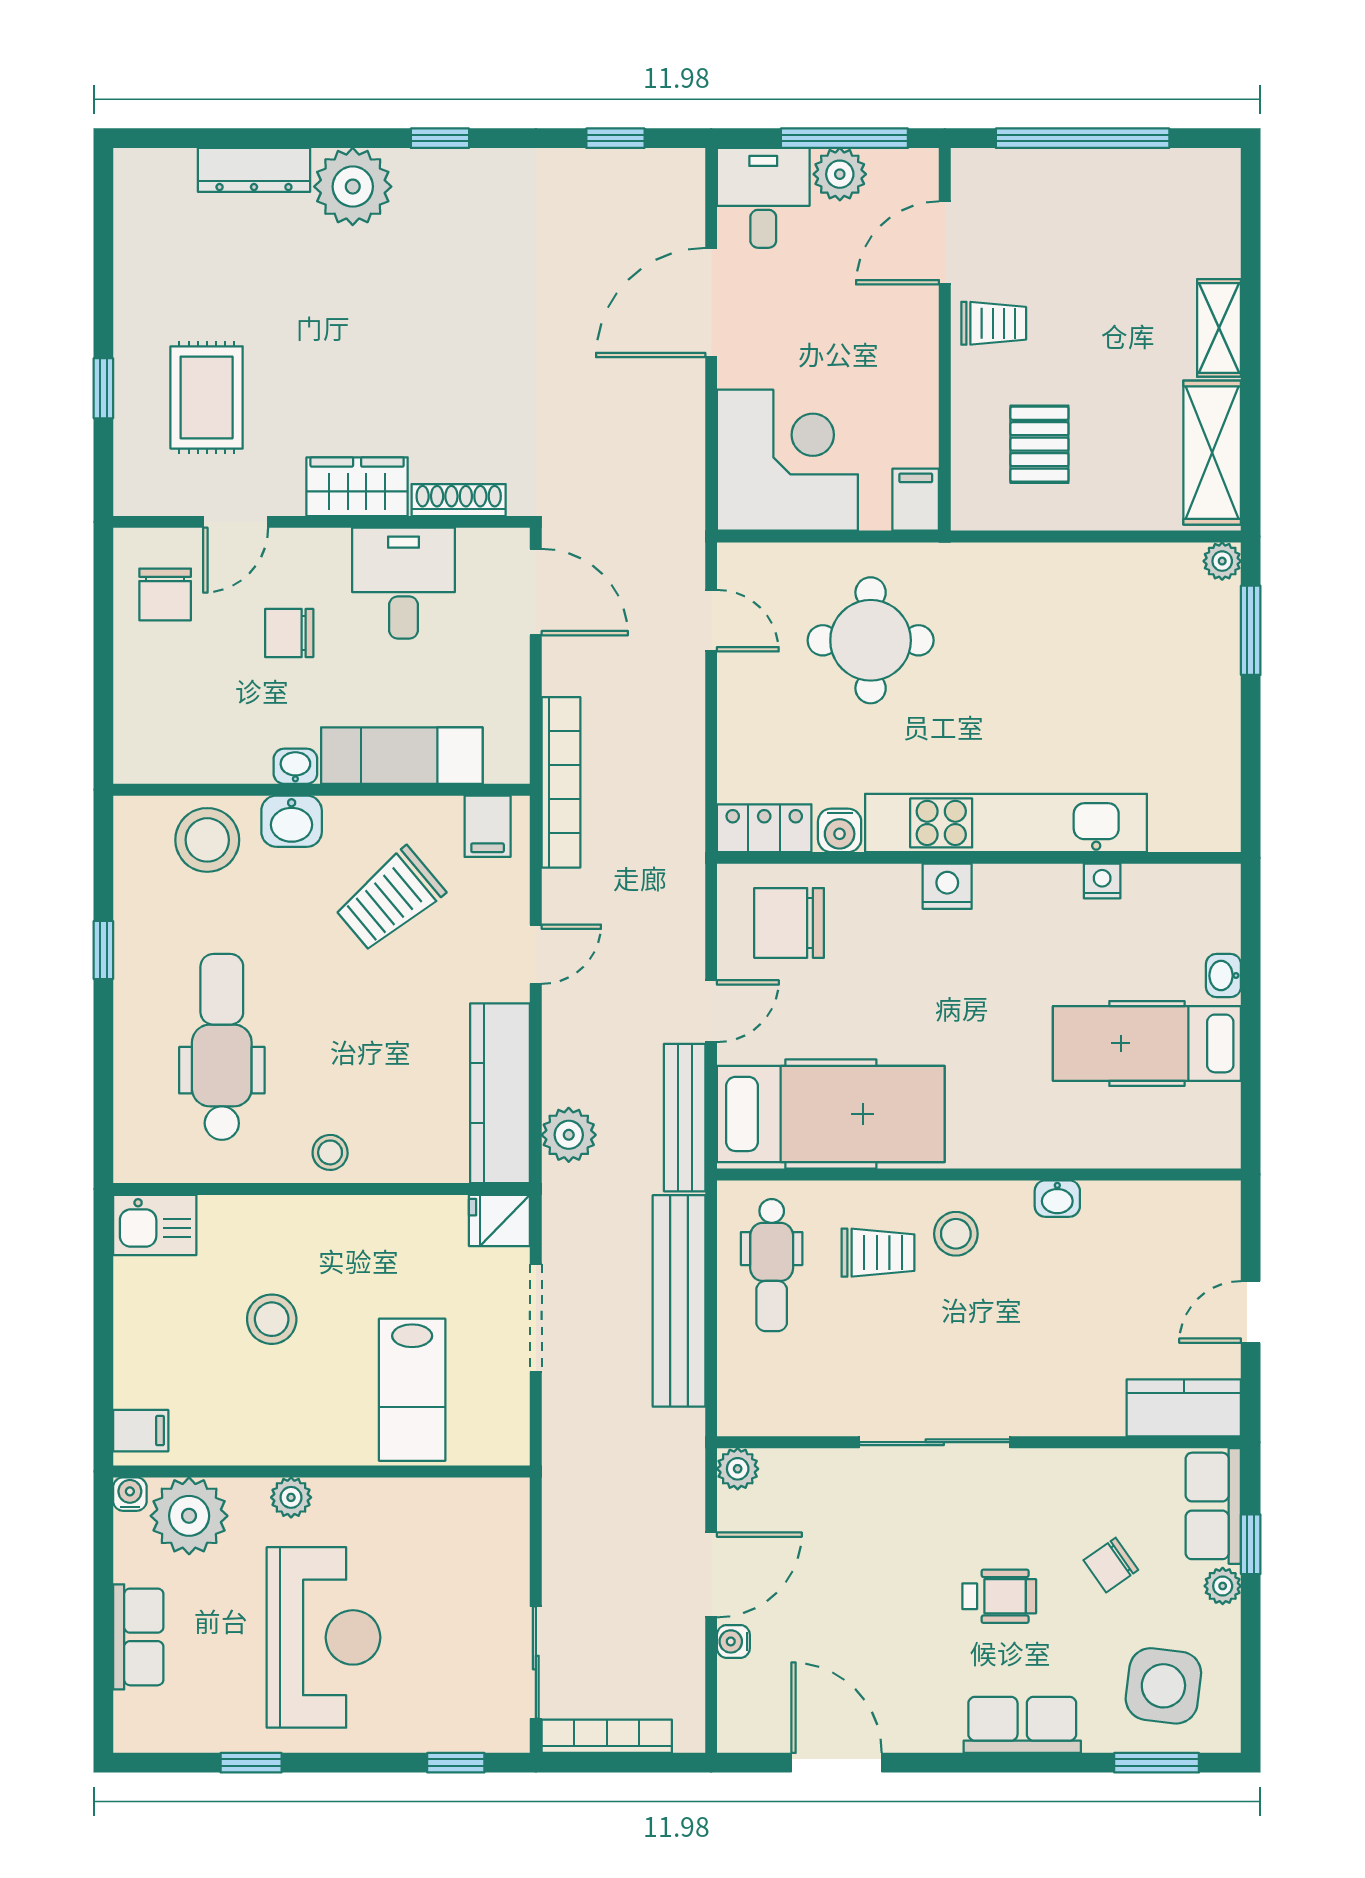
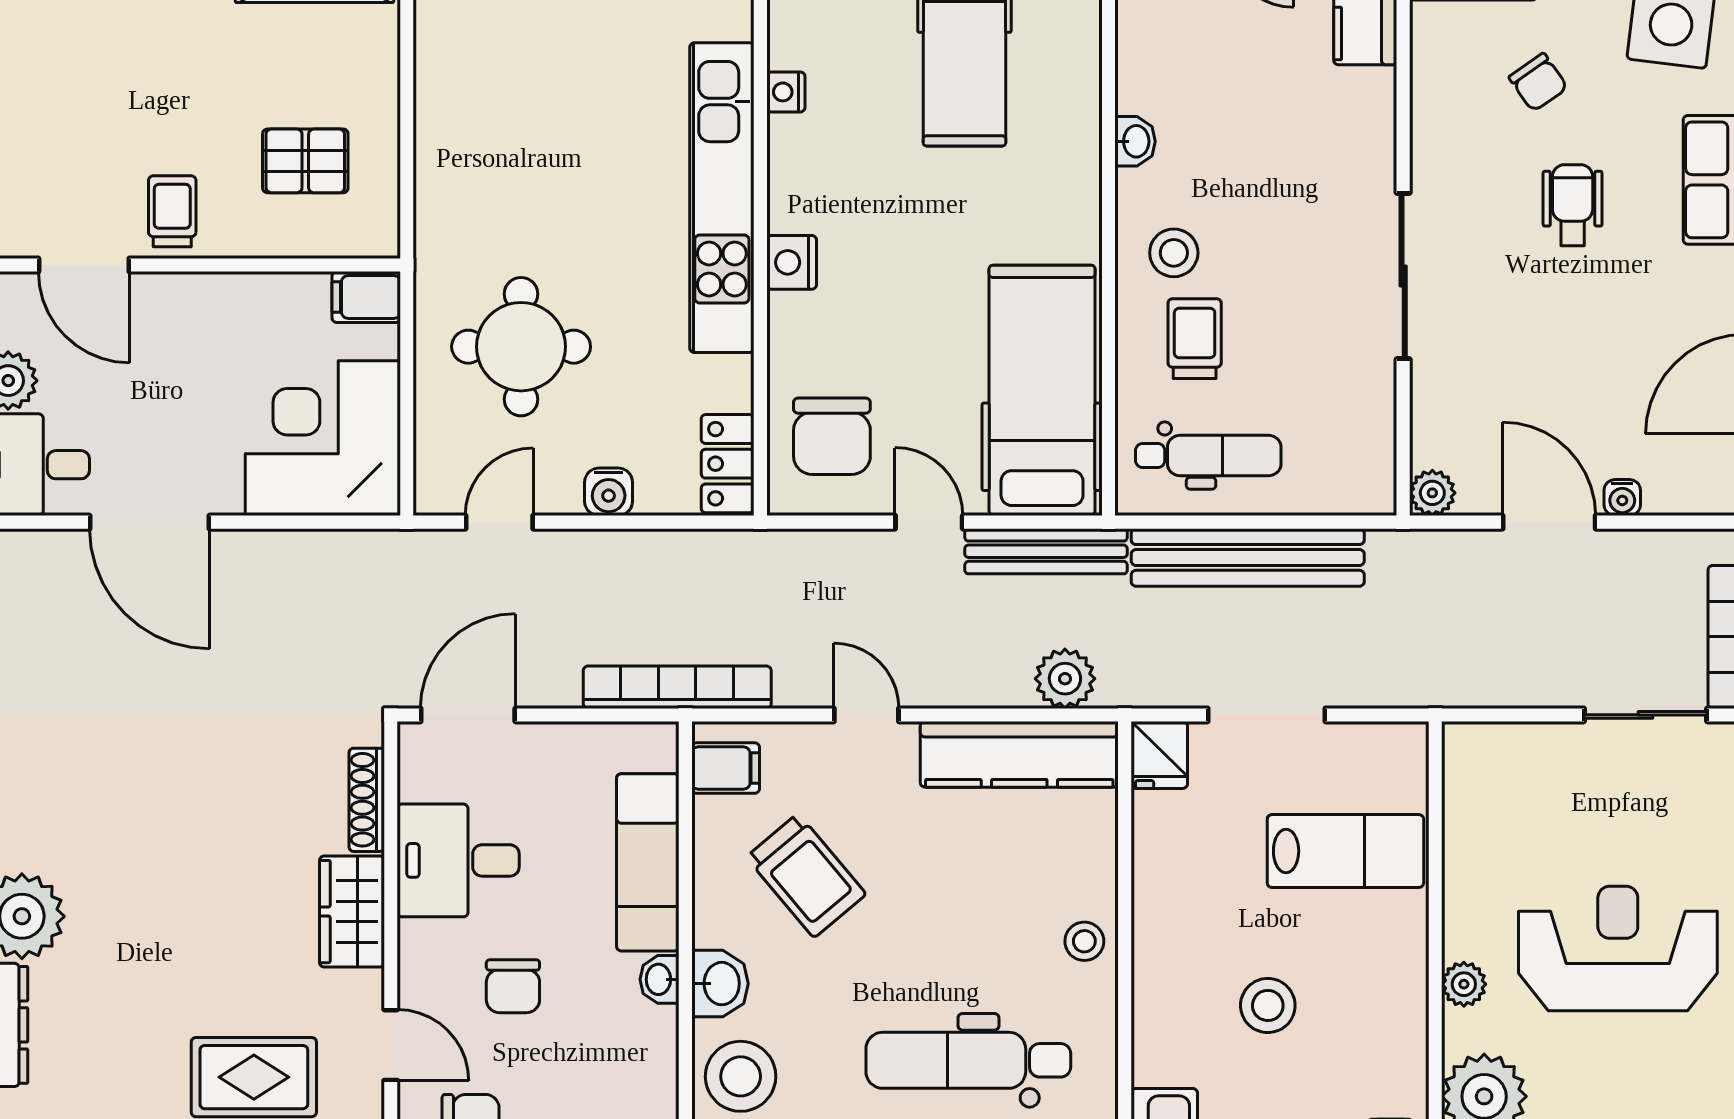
water cooler: (840, 830) -> (609, 492), moved, turned 90

